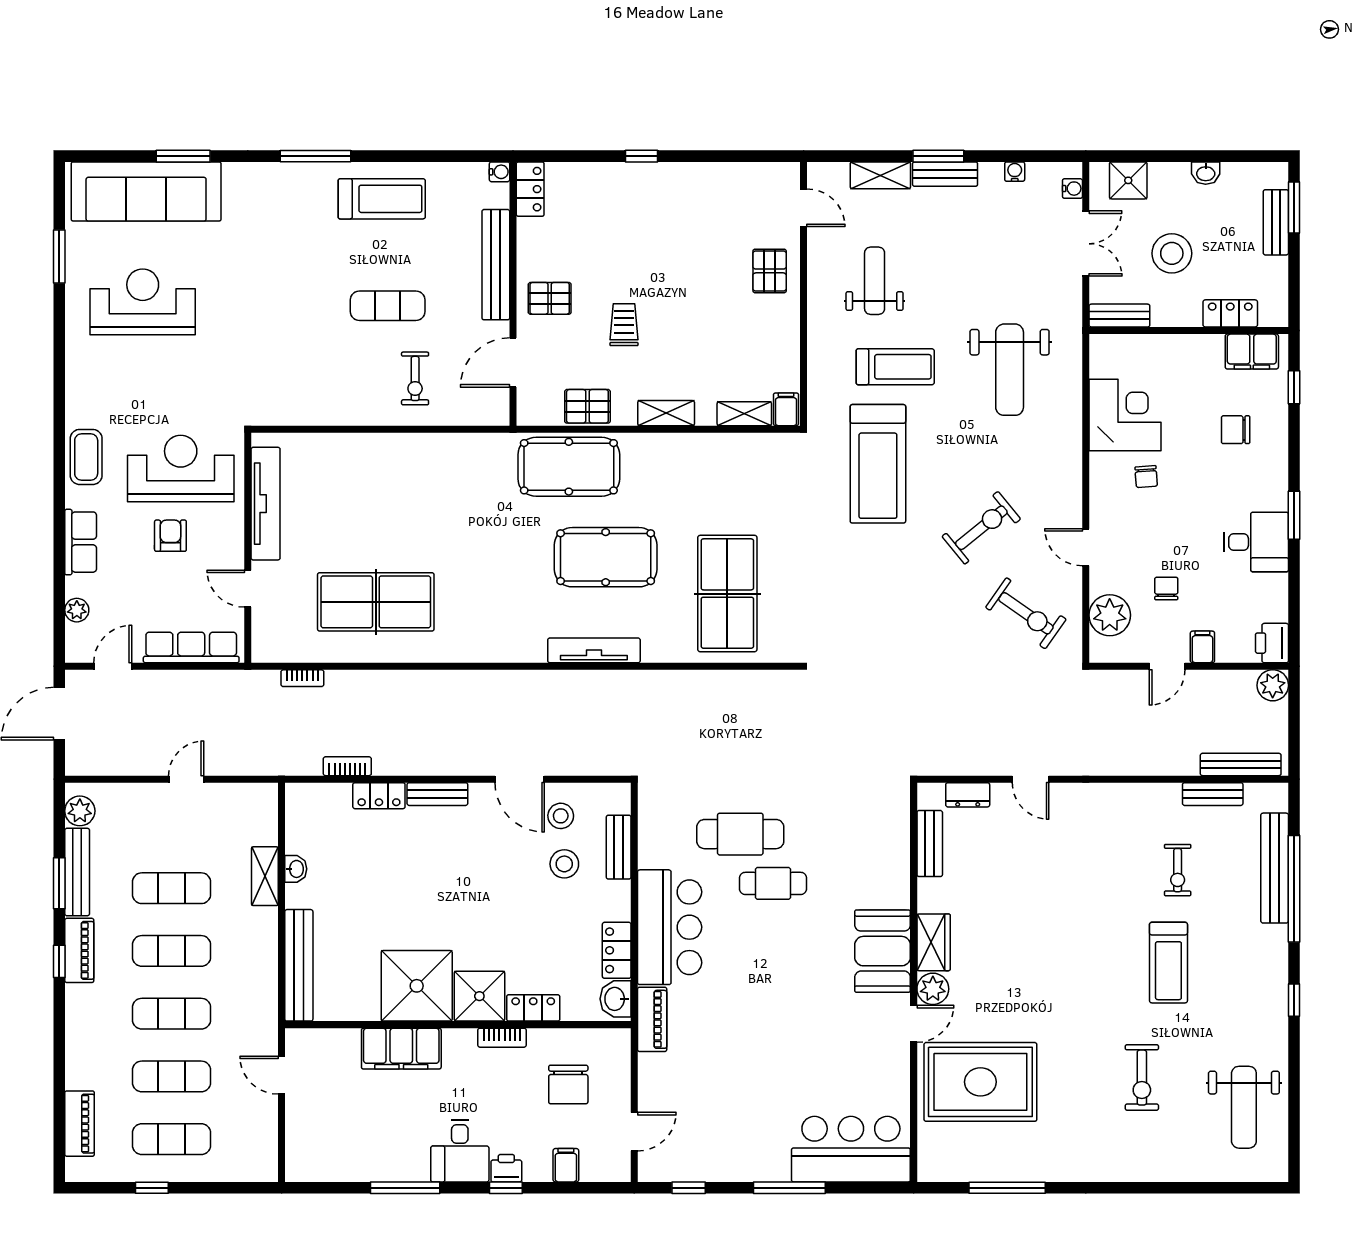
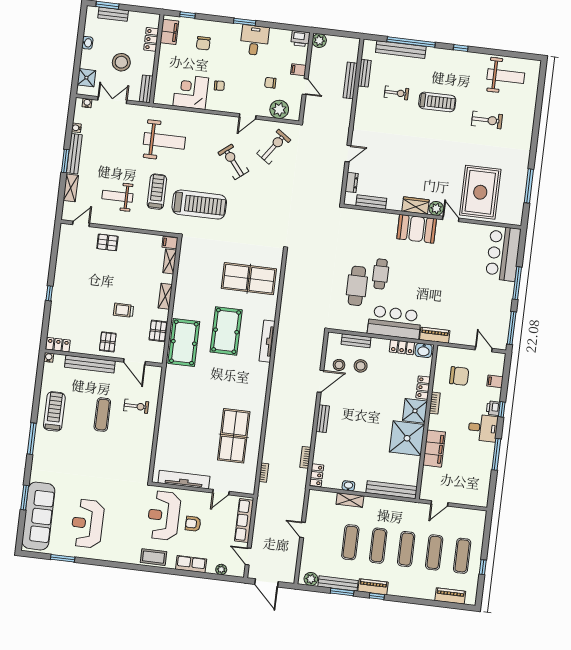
bench: (945, 174) -> (74, 154), width x1.36
bench: (1241, 764) -> (350, 80), moved
locker: (379, 796) -> (317, 475), moved
window: (689, 1188) -> (512, 328), width x2.17

